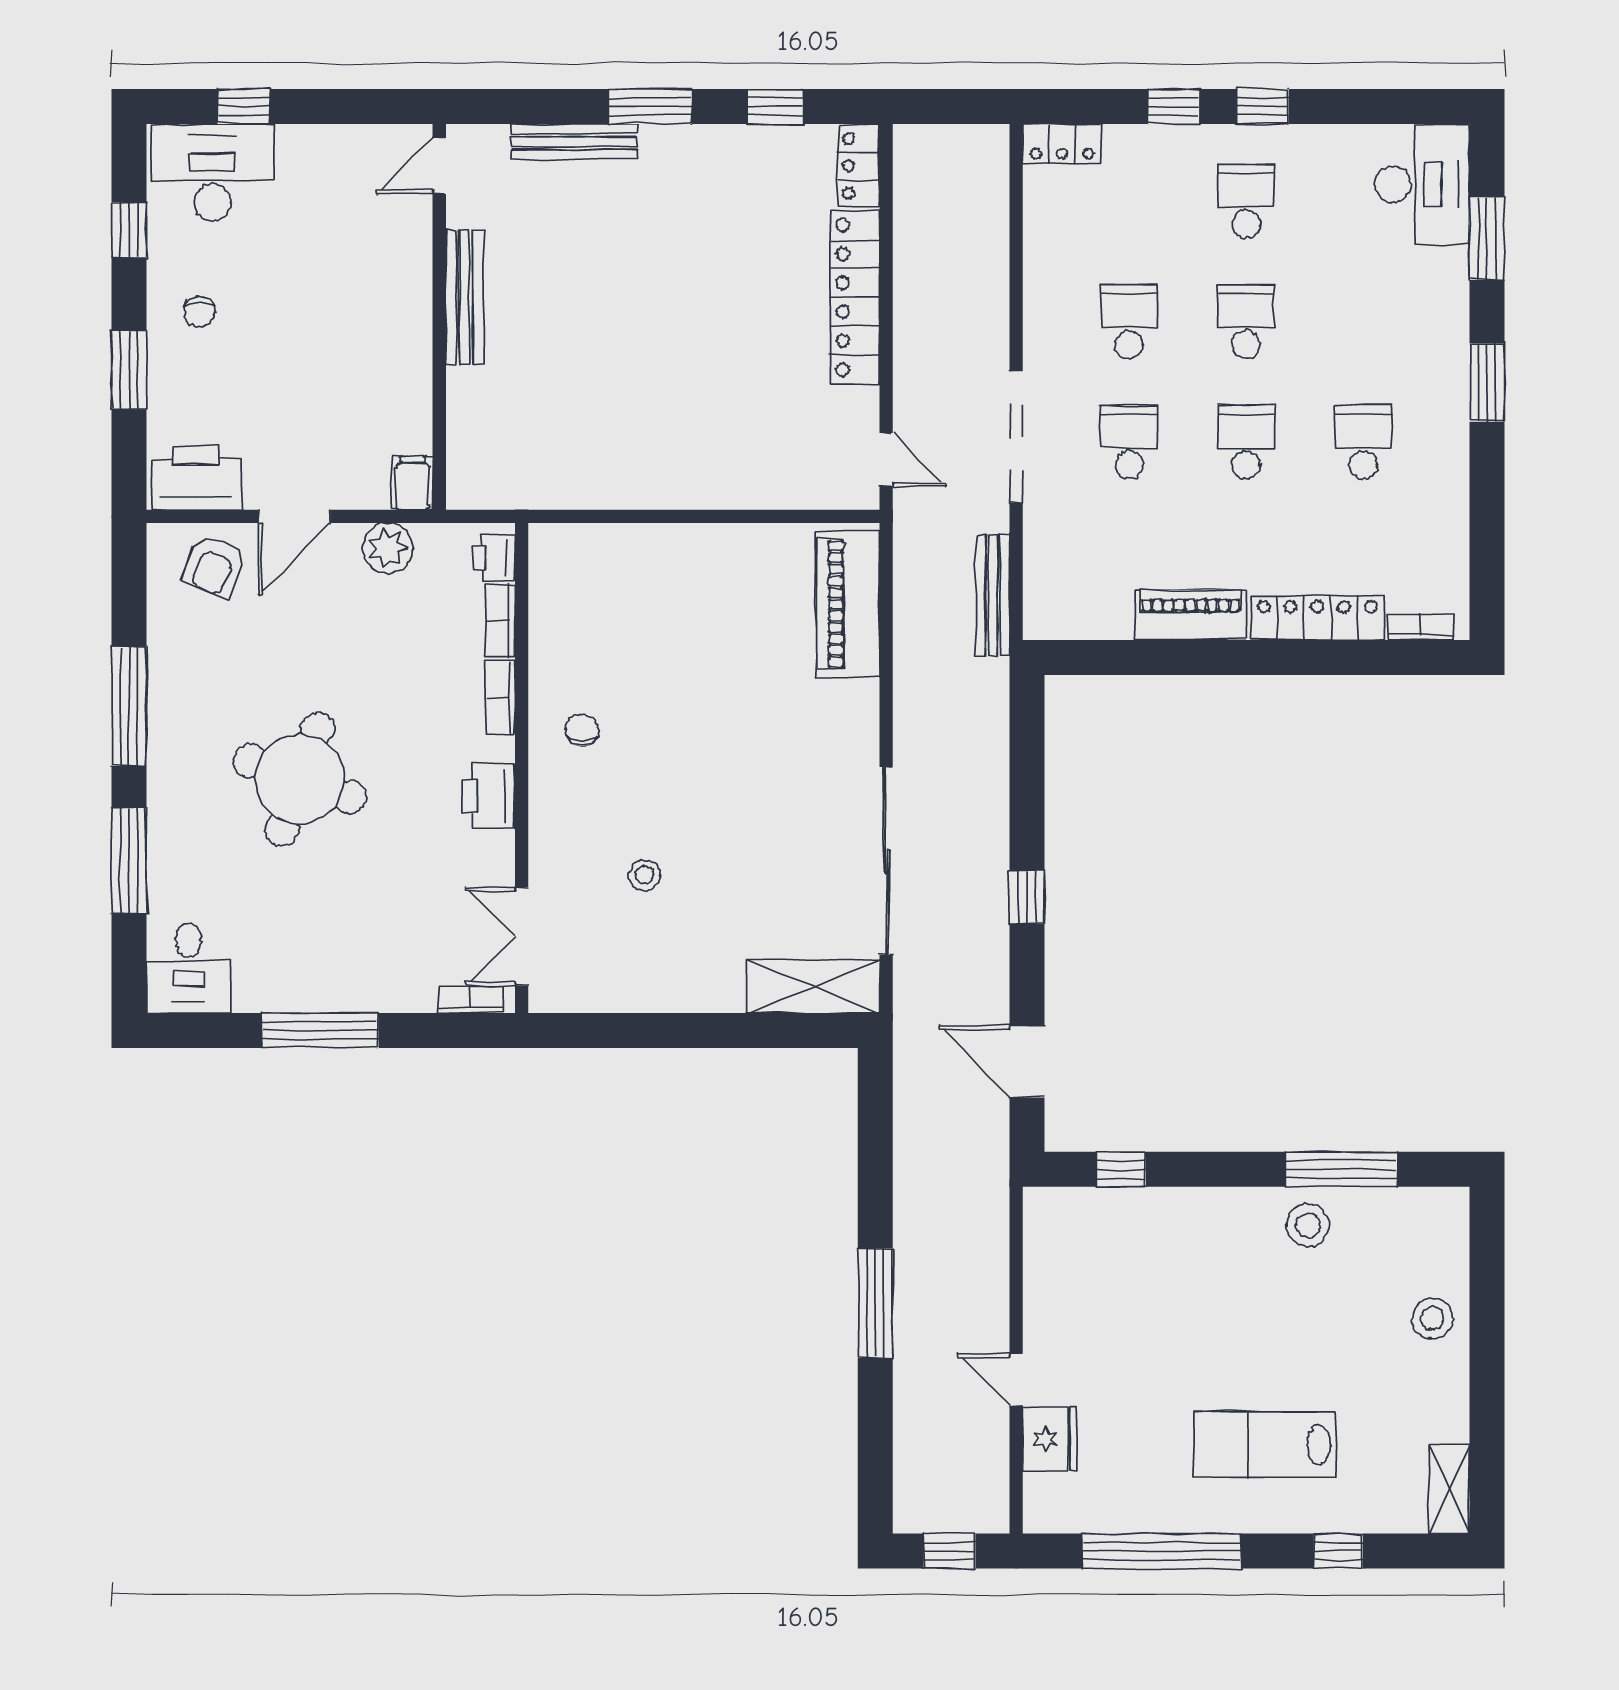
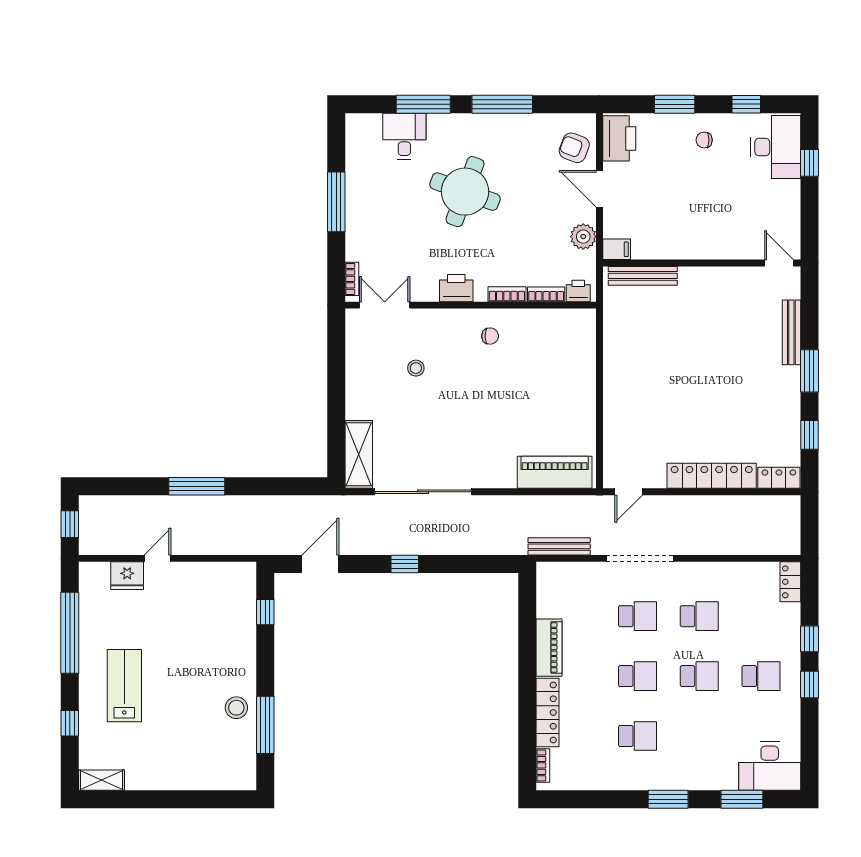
bench: (465, 297) -> (643, 276), moved
desk: (188, 968) -> (404, 136), moved, turned 90
stool: (1432, 1318) -> (189, 771), removed

